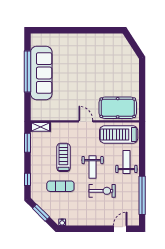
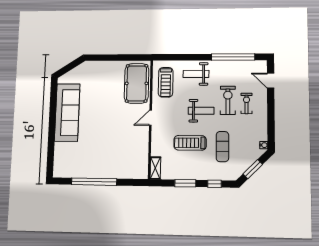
sofa: (41, 73) -> (67, 112), moved, turned 90
treadmill: (119, 135) -> (166, 82), width x0.73, depth x0.73
window: (27, 143) -> (185, 183), moved
exercise bike: (99, 207) -> (247, 103), added

